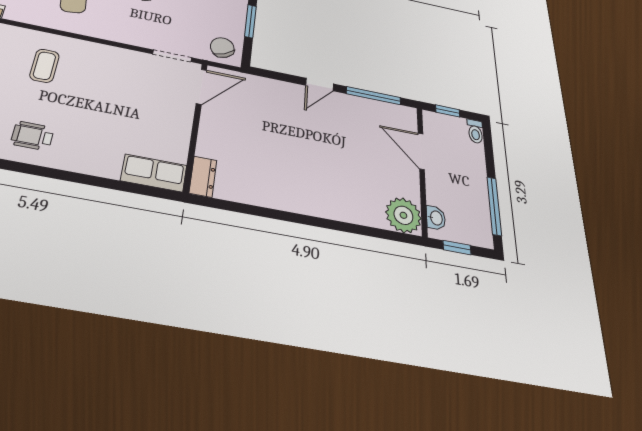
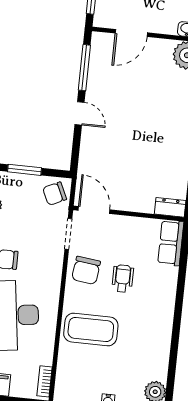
coffee table: (44, 66) -> (91, 329), width x1.86, depth x1.72
chair: (124, 69) -> (86, 270), added
wheelchair: (32, 136) -> (123, 278), moved, turned 180

